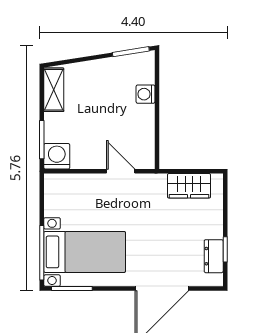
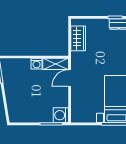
shelving: (54, 90) -> (56, 64), moved
washing machine: (145, 94) -> (37, 64), moved

